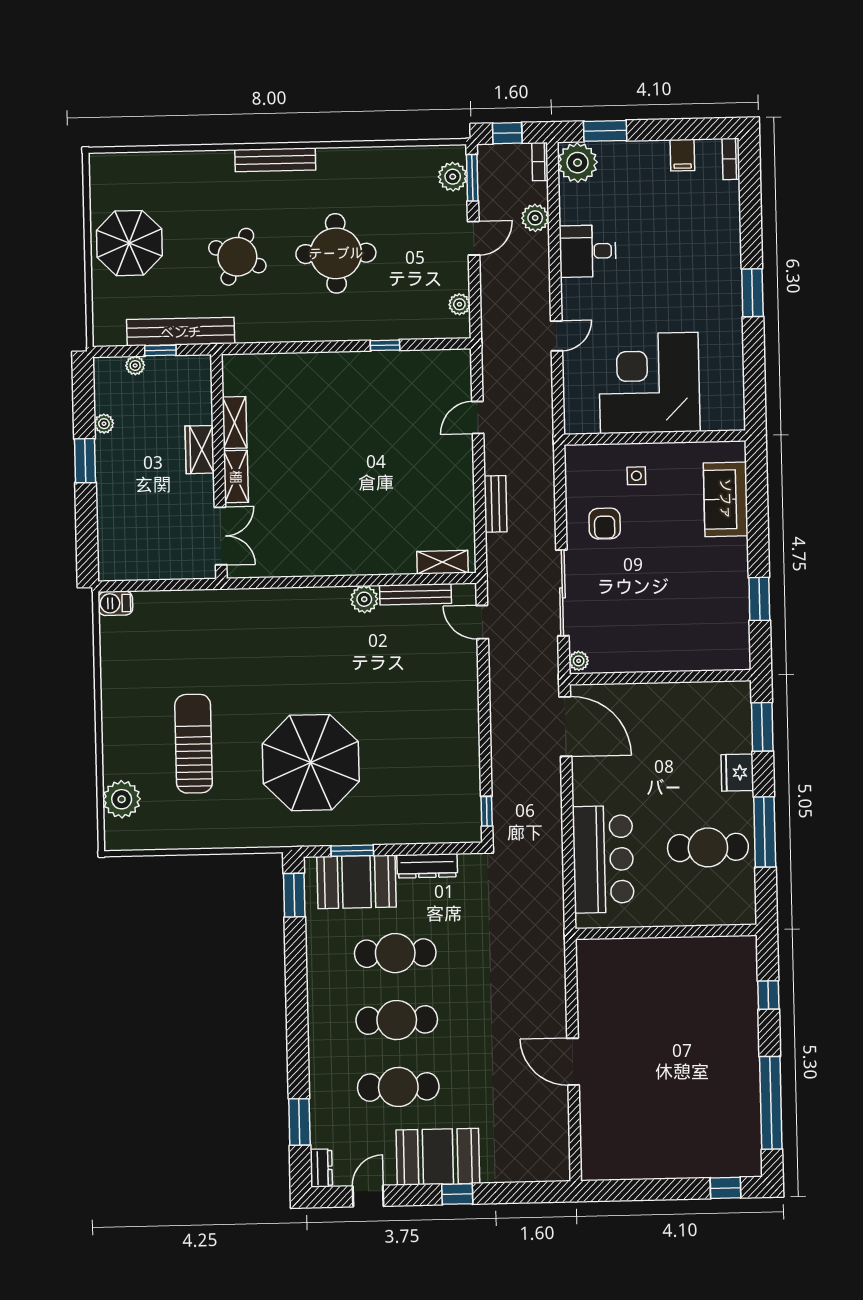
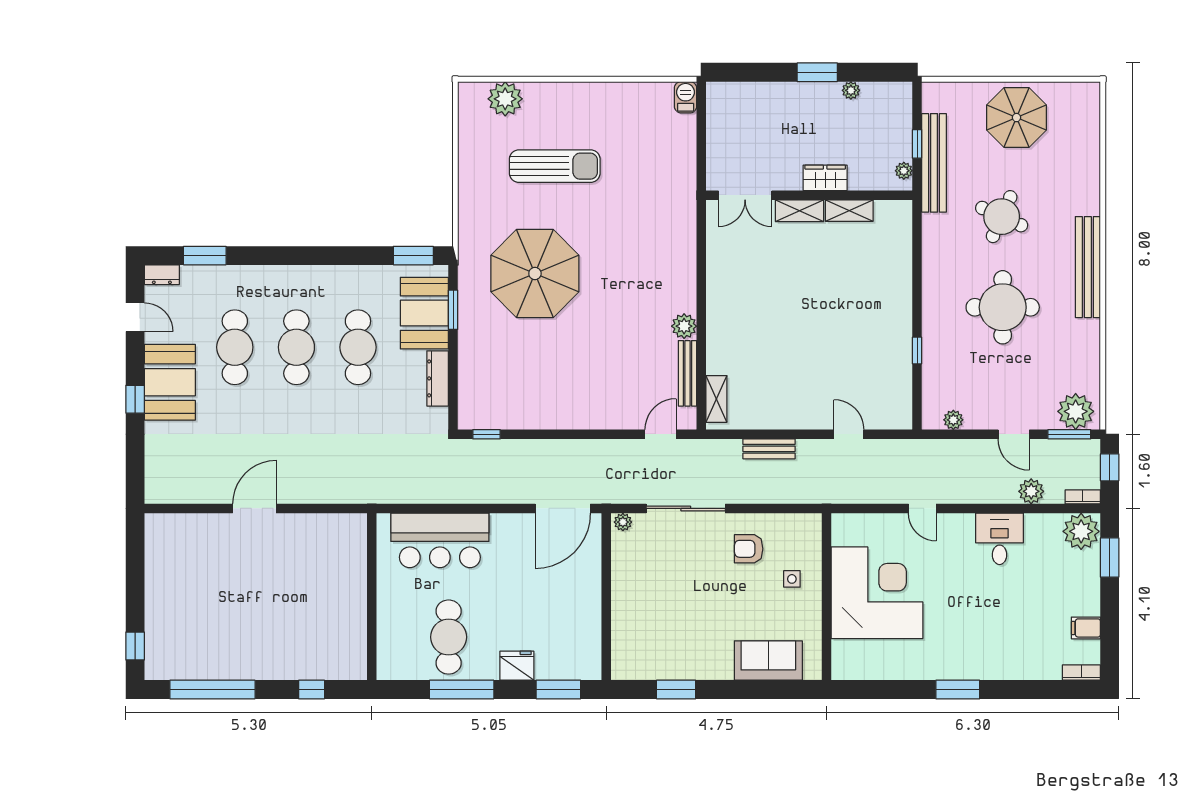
bench: (275, 160) -> (1088, 267), width x1.37, depth x1.21
plant: (453, 177) -> (1076, 411), width x1.36, depth x1.36
plant: (135, 365) -> (904, 171), moved

